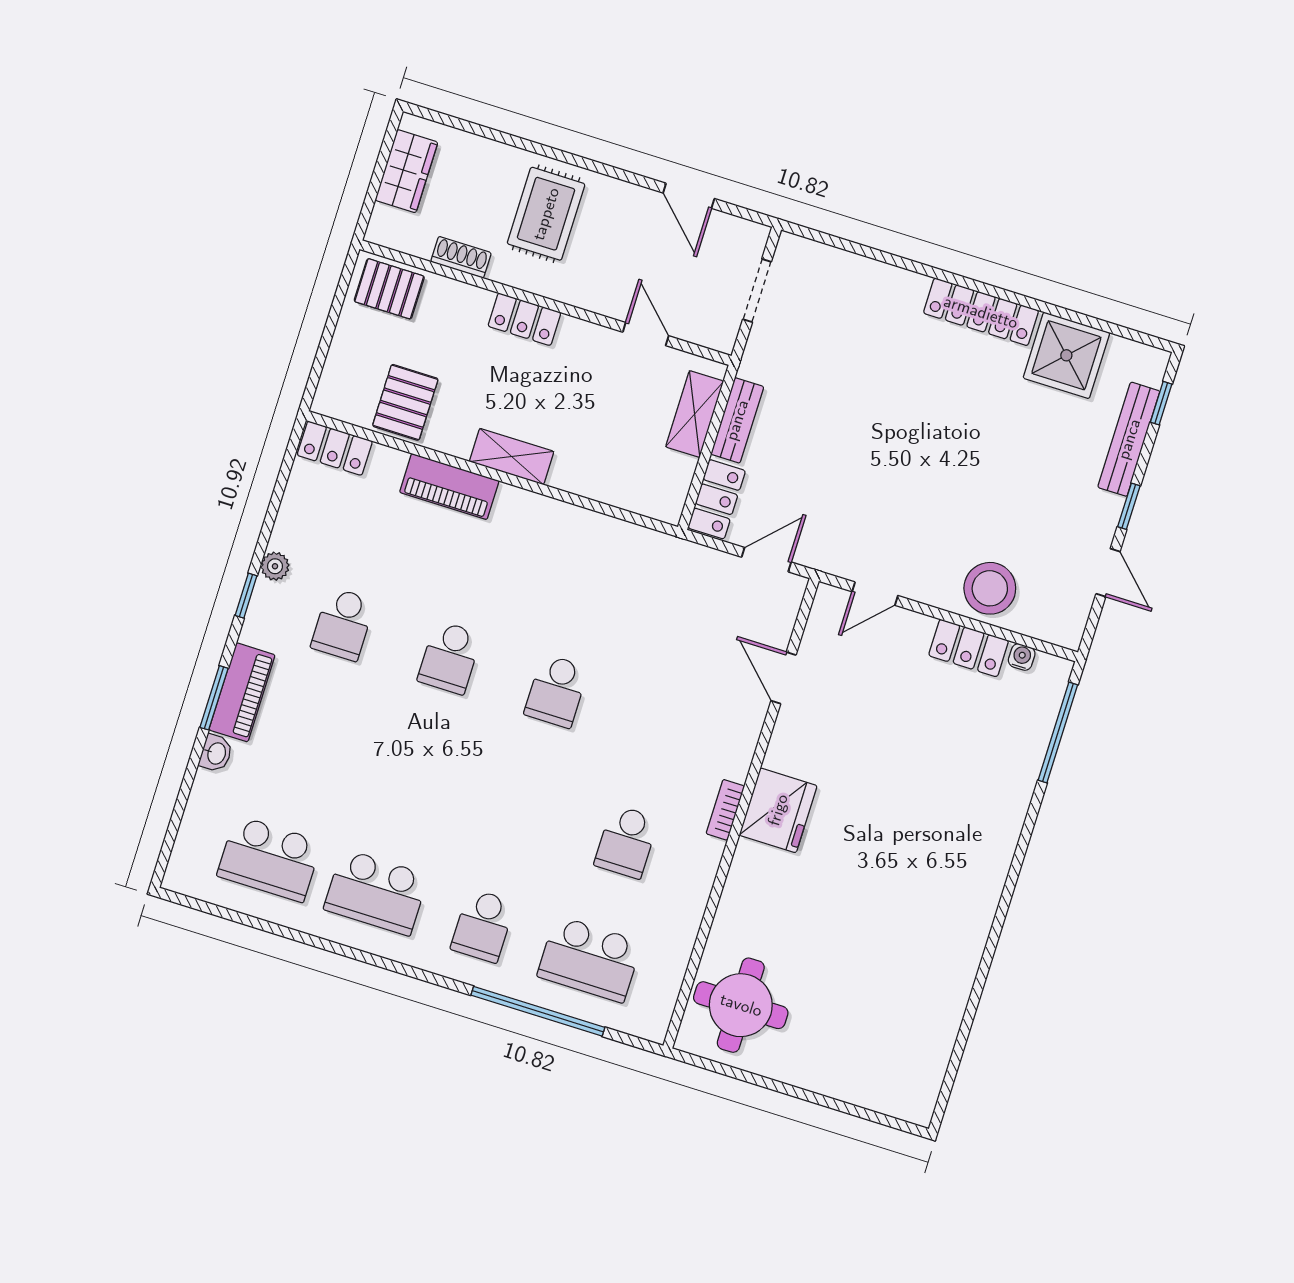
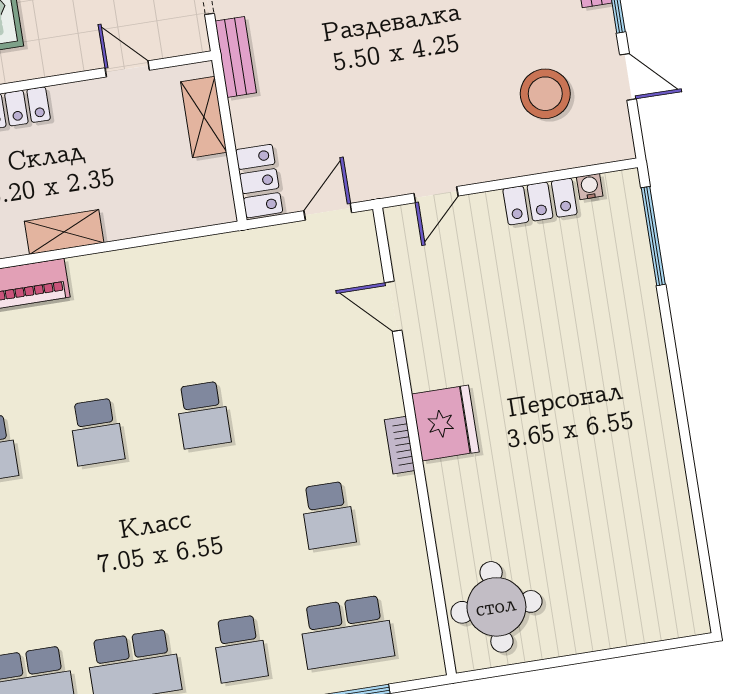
bench: (737, 420) -> (236, 57), moved
stool: (990, 588) -> (545, 94), moved

